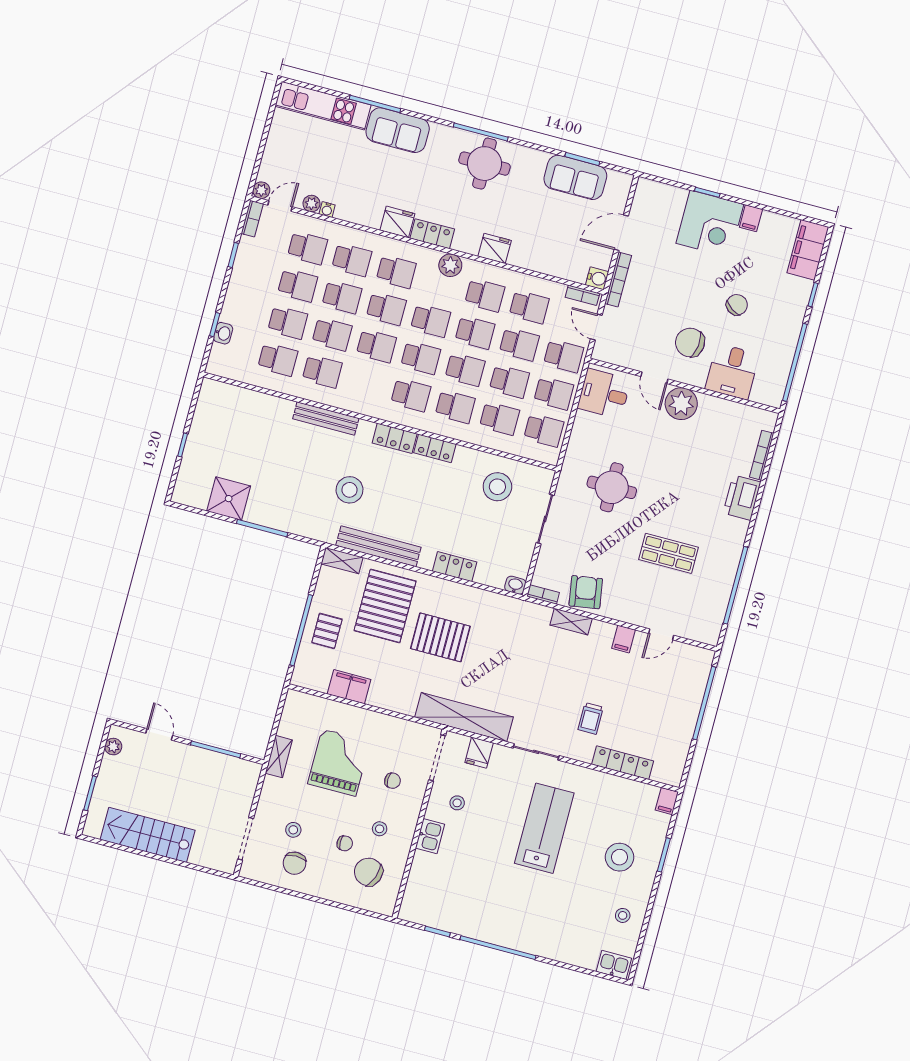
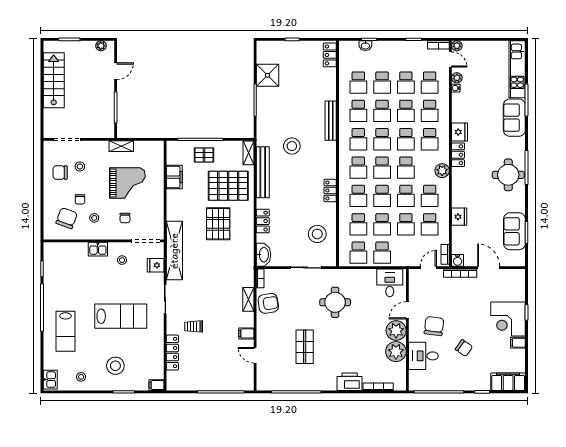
fridge: (495, 248) -> (459, 217), moved
school desk: (564, 356) -> (358, 139), moved
plant: (714, 413) -> (396, 352), added
locker: (395, 438) -> (330, 55), moved
washbasin: (515, 585) -> (263, 255), width x1.91, depth x1.45
lab bench: (545, 921) -> (65, 331), added

